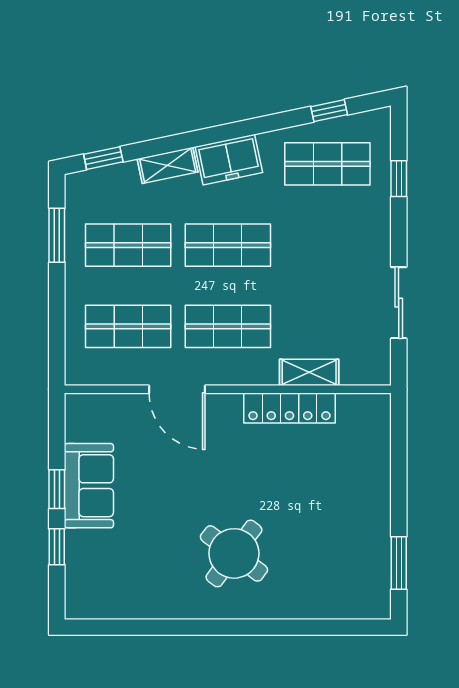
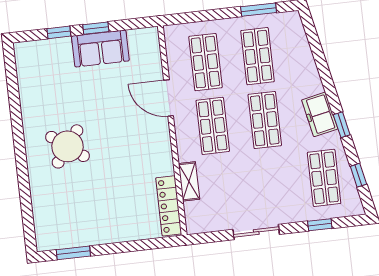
window: (103, 158) -> (342, 125), moved
shelving: (168, 165) -> (311, 76), removed
sliding door: (399, 303) -> (256, 232), moved
door: (177, 389) -> (169, 98), hinge flipped
locker: (289, 408) -> (169, 206), moved

